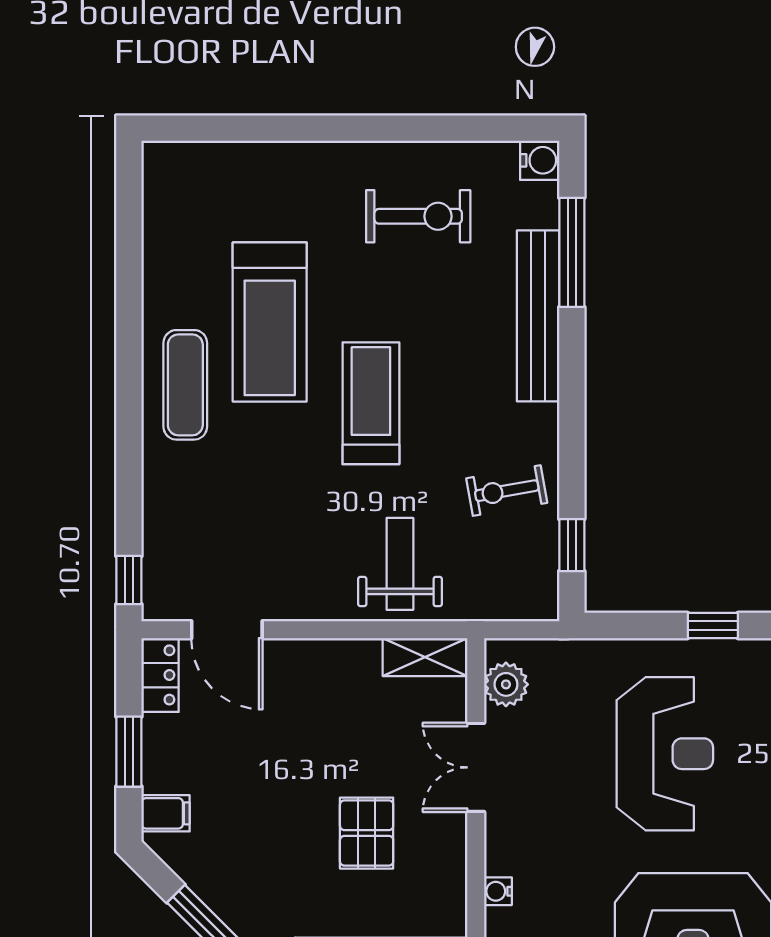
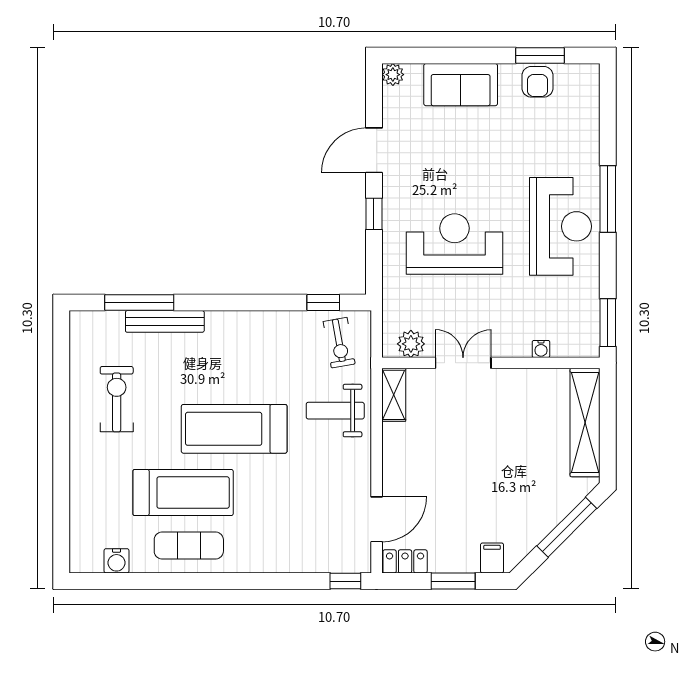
water cooler: (540, 160) -> (117, 561), moved, turned 180
bench: (538, 316) -> (165, 321), width x0.73, depth x0.82
exercise mat: (185, 385) -> (189, 545), moved
treadmill: (371, 403) -> (234, 429), width x1.37, depth x1.37
exercise bike: (507, 491) -> (339, 343), moved
double door: (476, 767) -> (463, 363), swing flipped
pallet: (367, 833) -> (504, 432), removed

